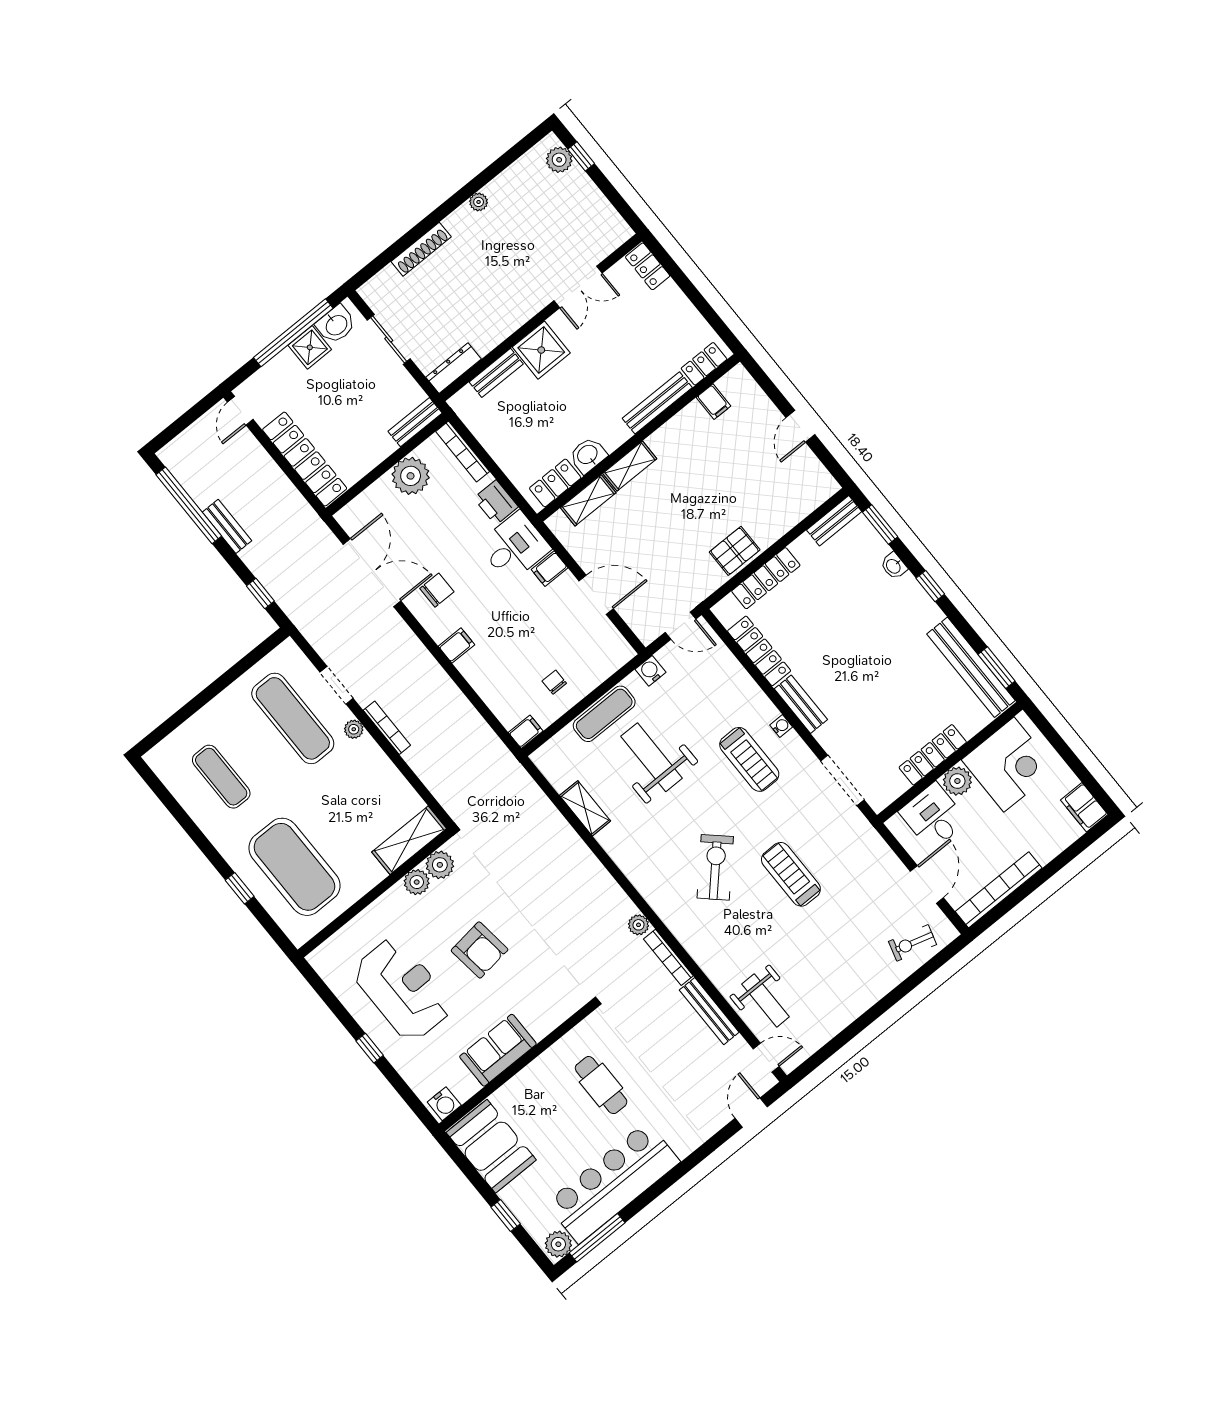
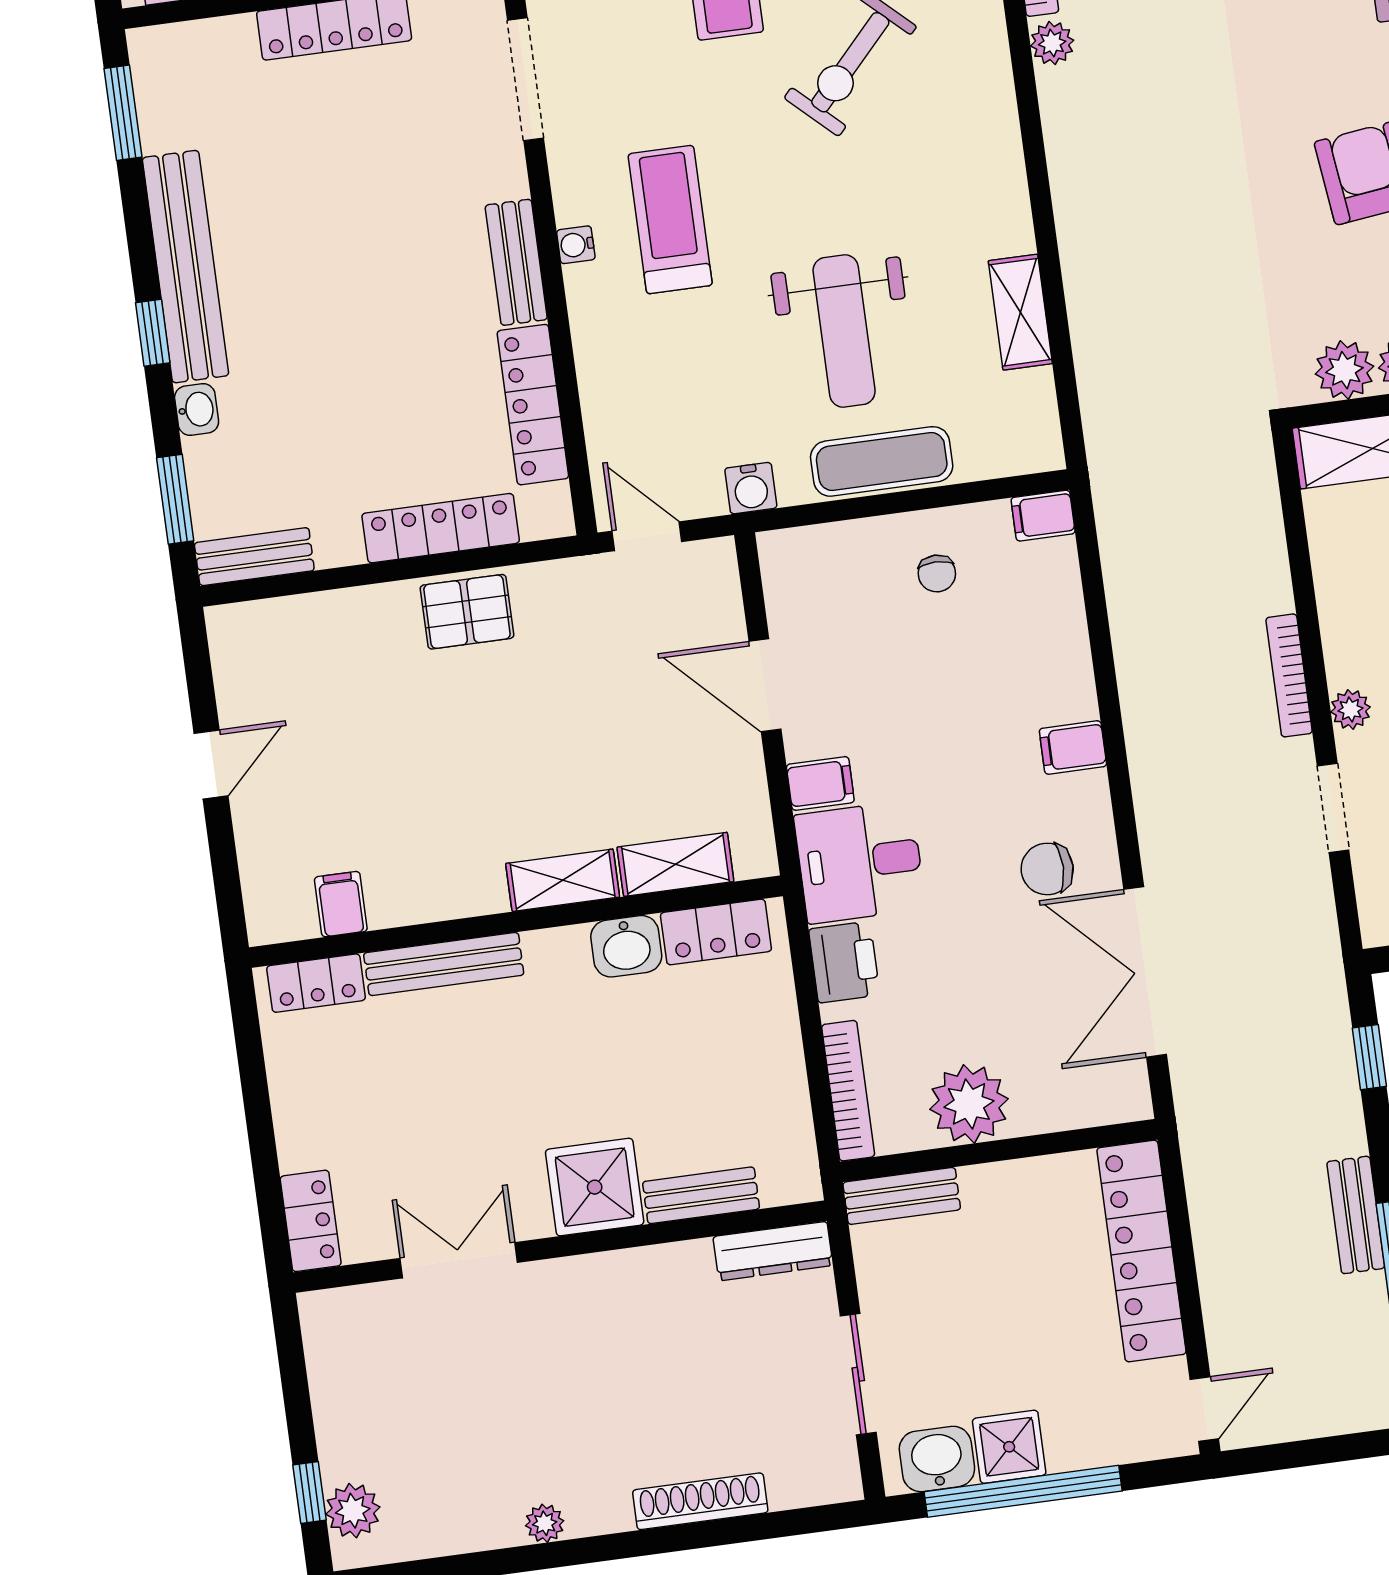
bench: (971, 667) -> (185, 267), moved

